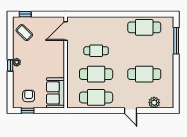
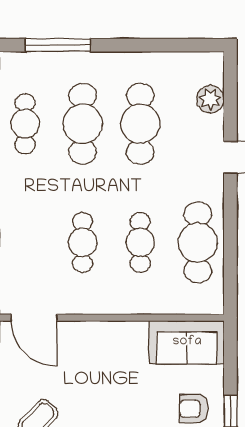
cafe table: (144, 27) -> (25, 124), width x0.73, depth x0.74
cafe table: (144, 51) -> (83, 124), added
cafe table: (96, 74) -> (140, 242), width x0.73, depth x0.74

